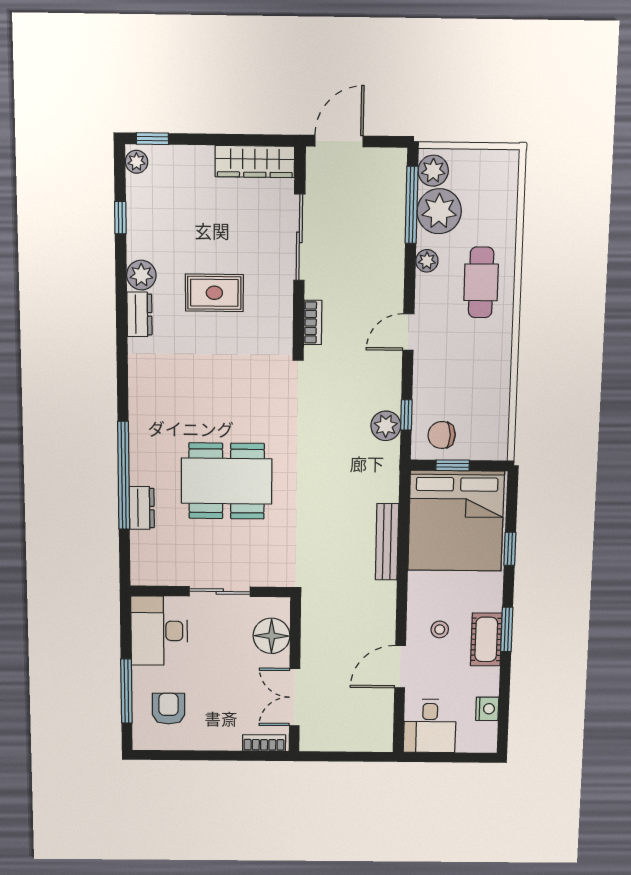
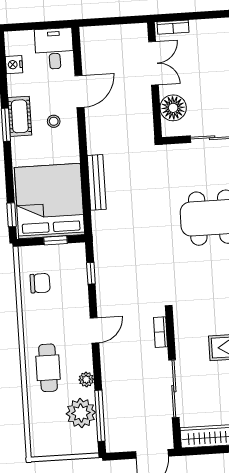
plant: (433, 171) -> (87, 439), removed
plant: (386, 426) -> (105, 265), removed
chair: (442, 435) -> (40, 283), moved
window: (510, 549) -> (12, 215), moved

